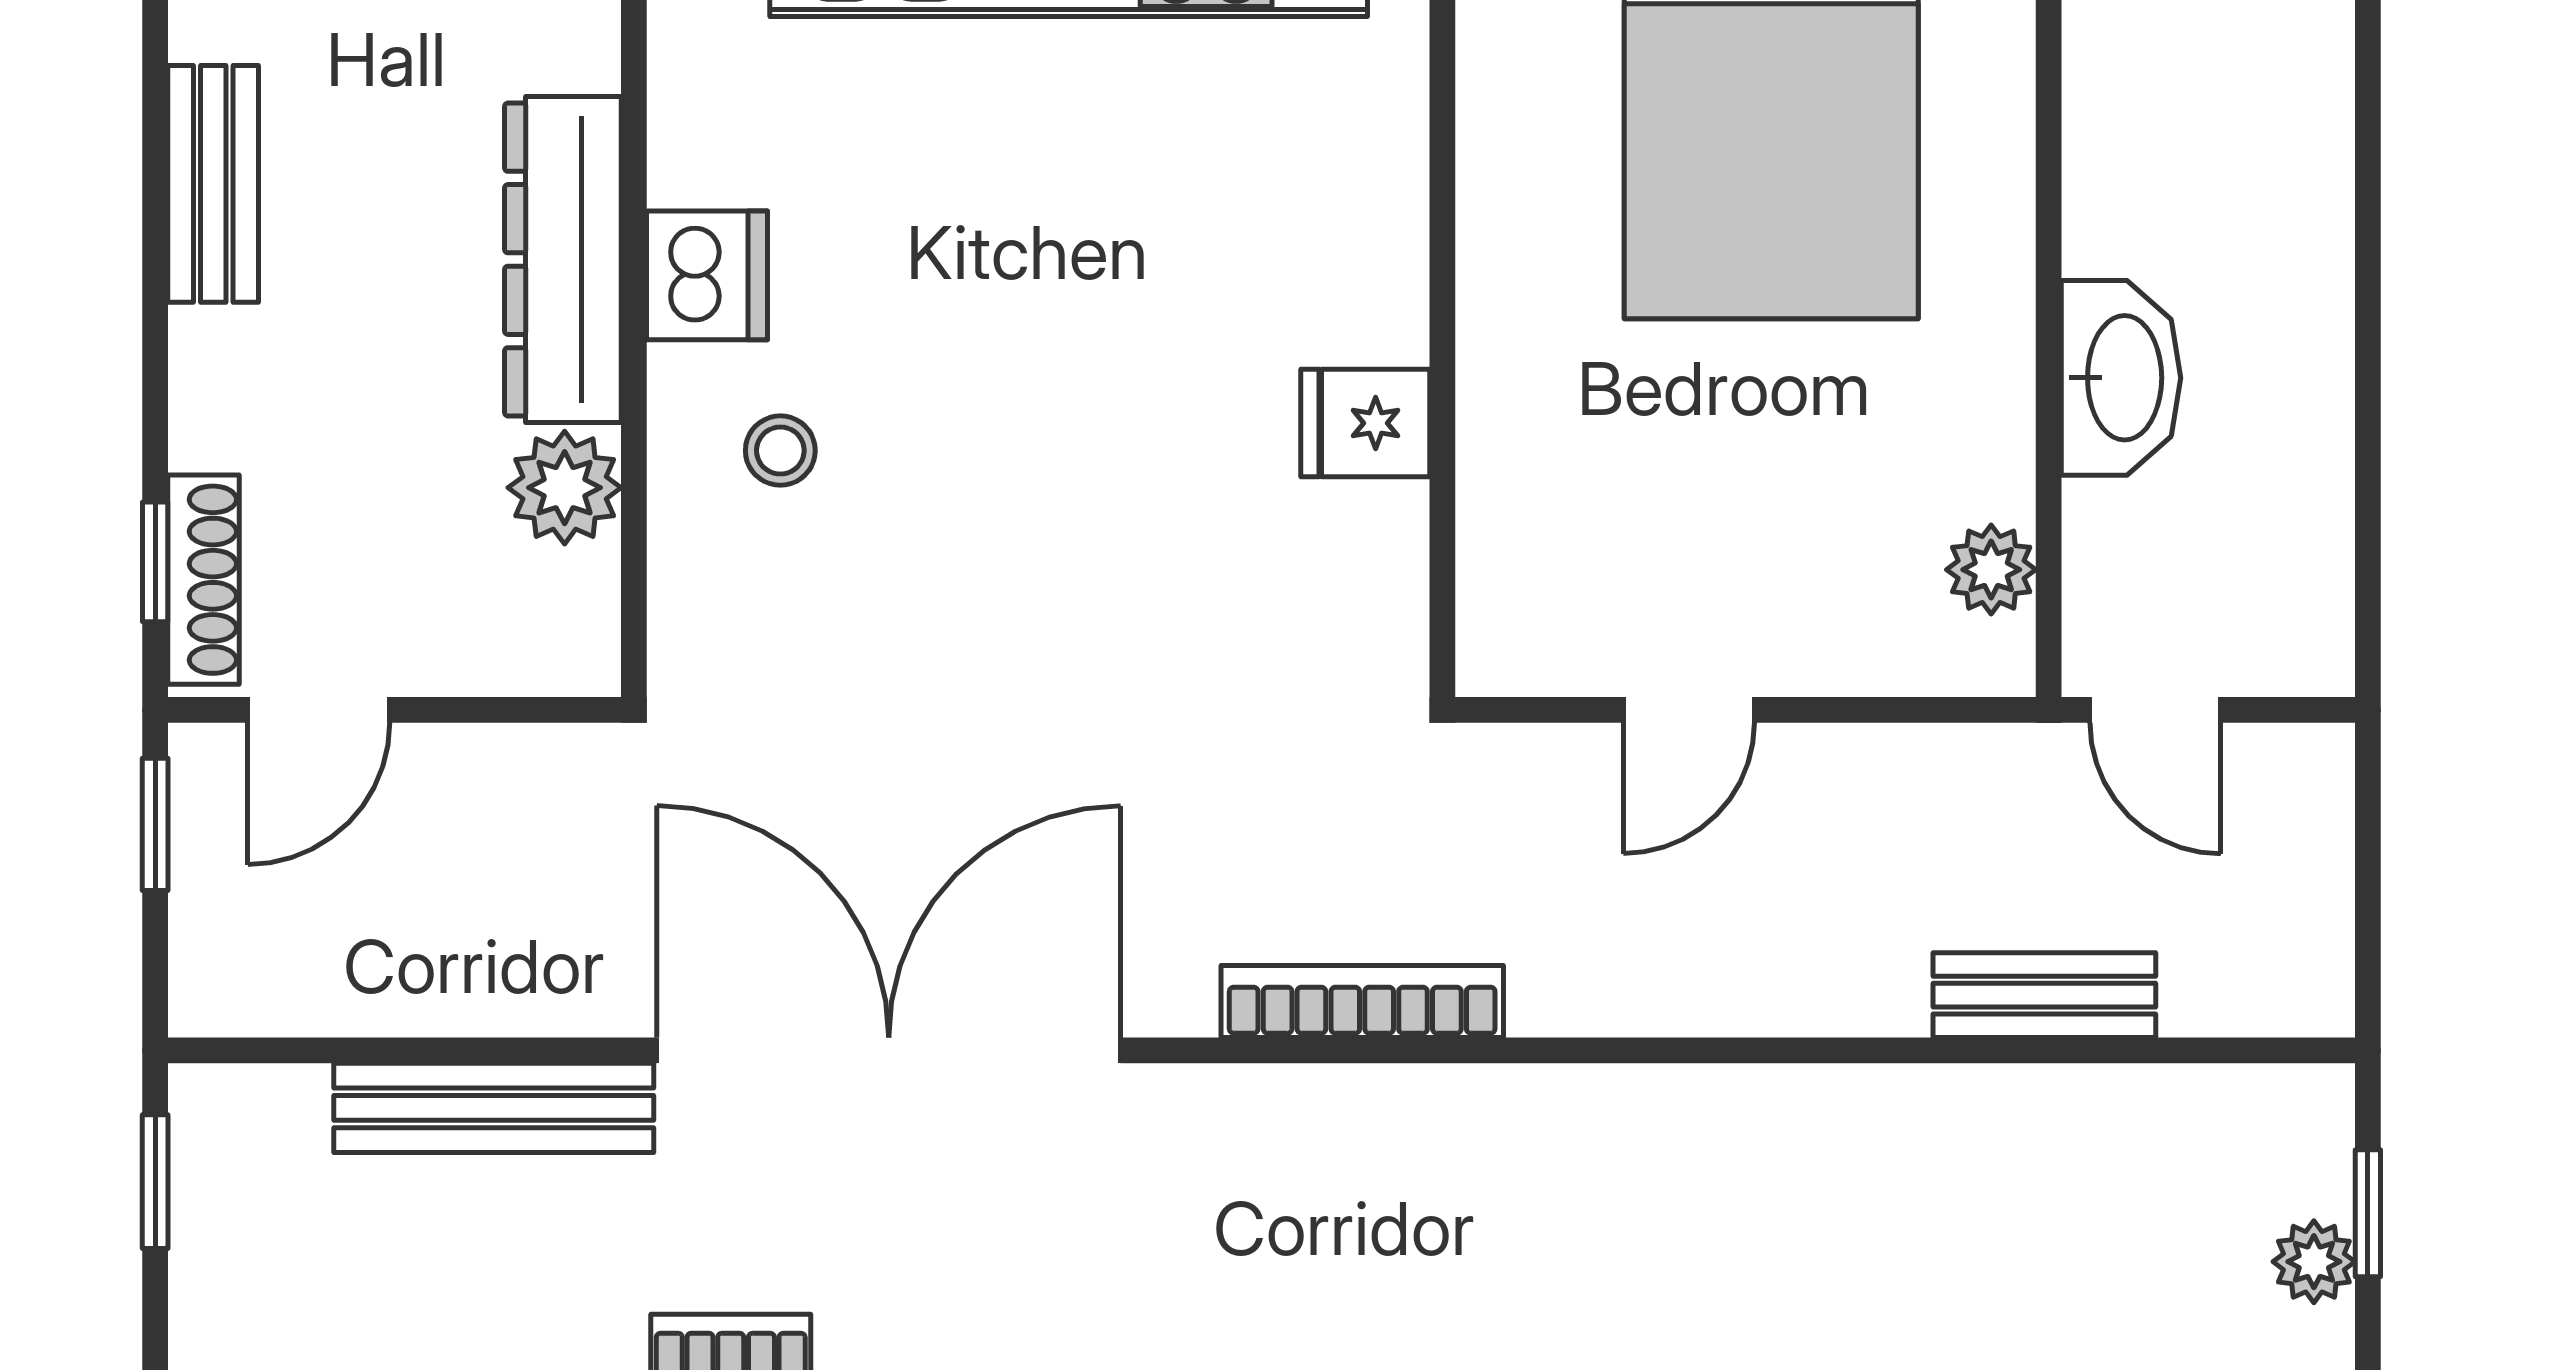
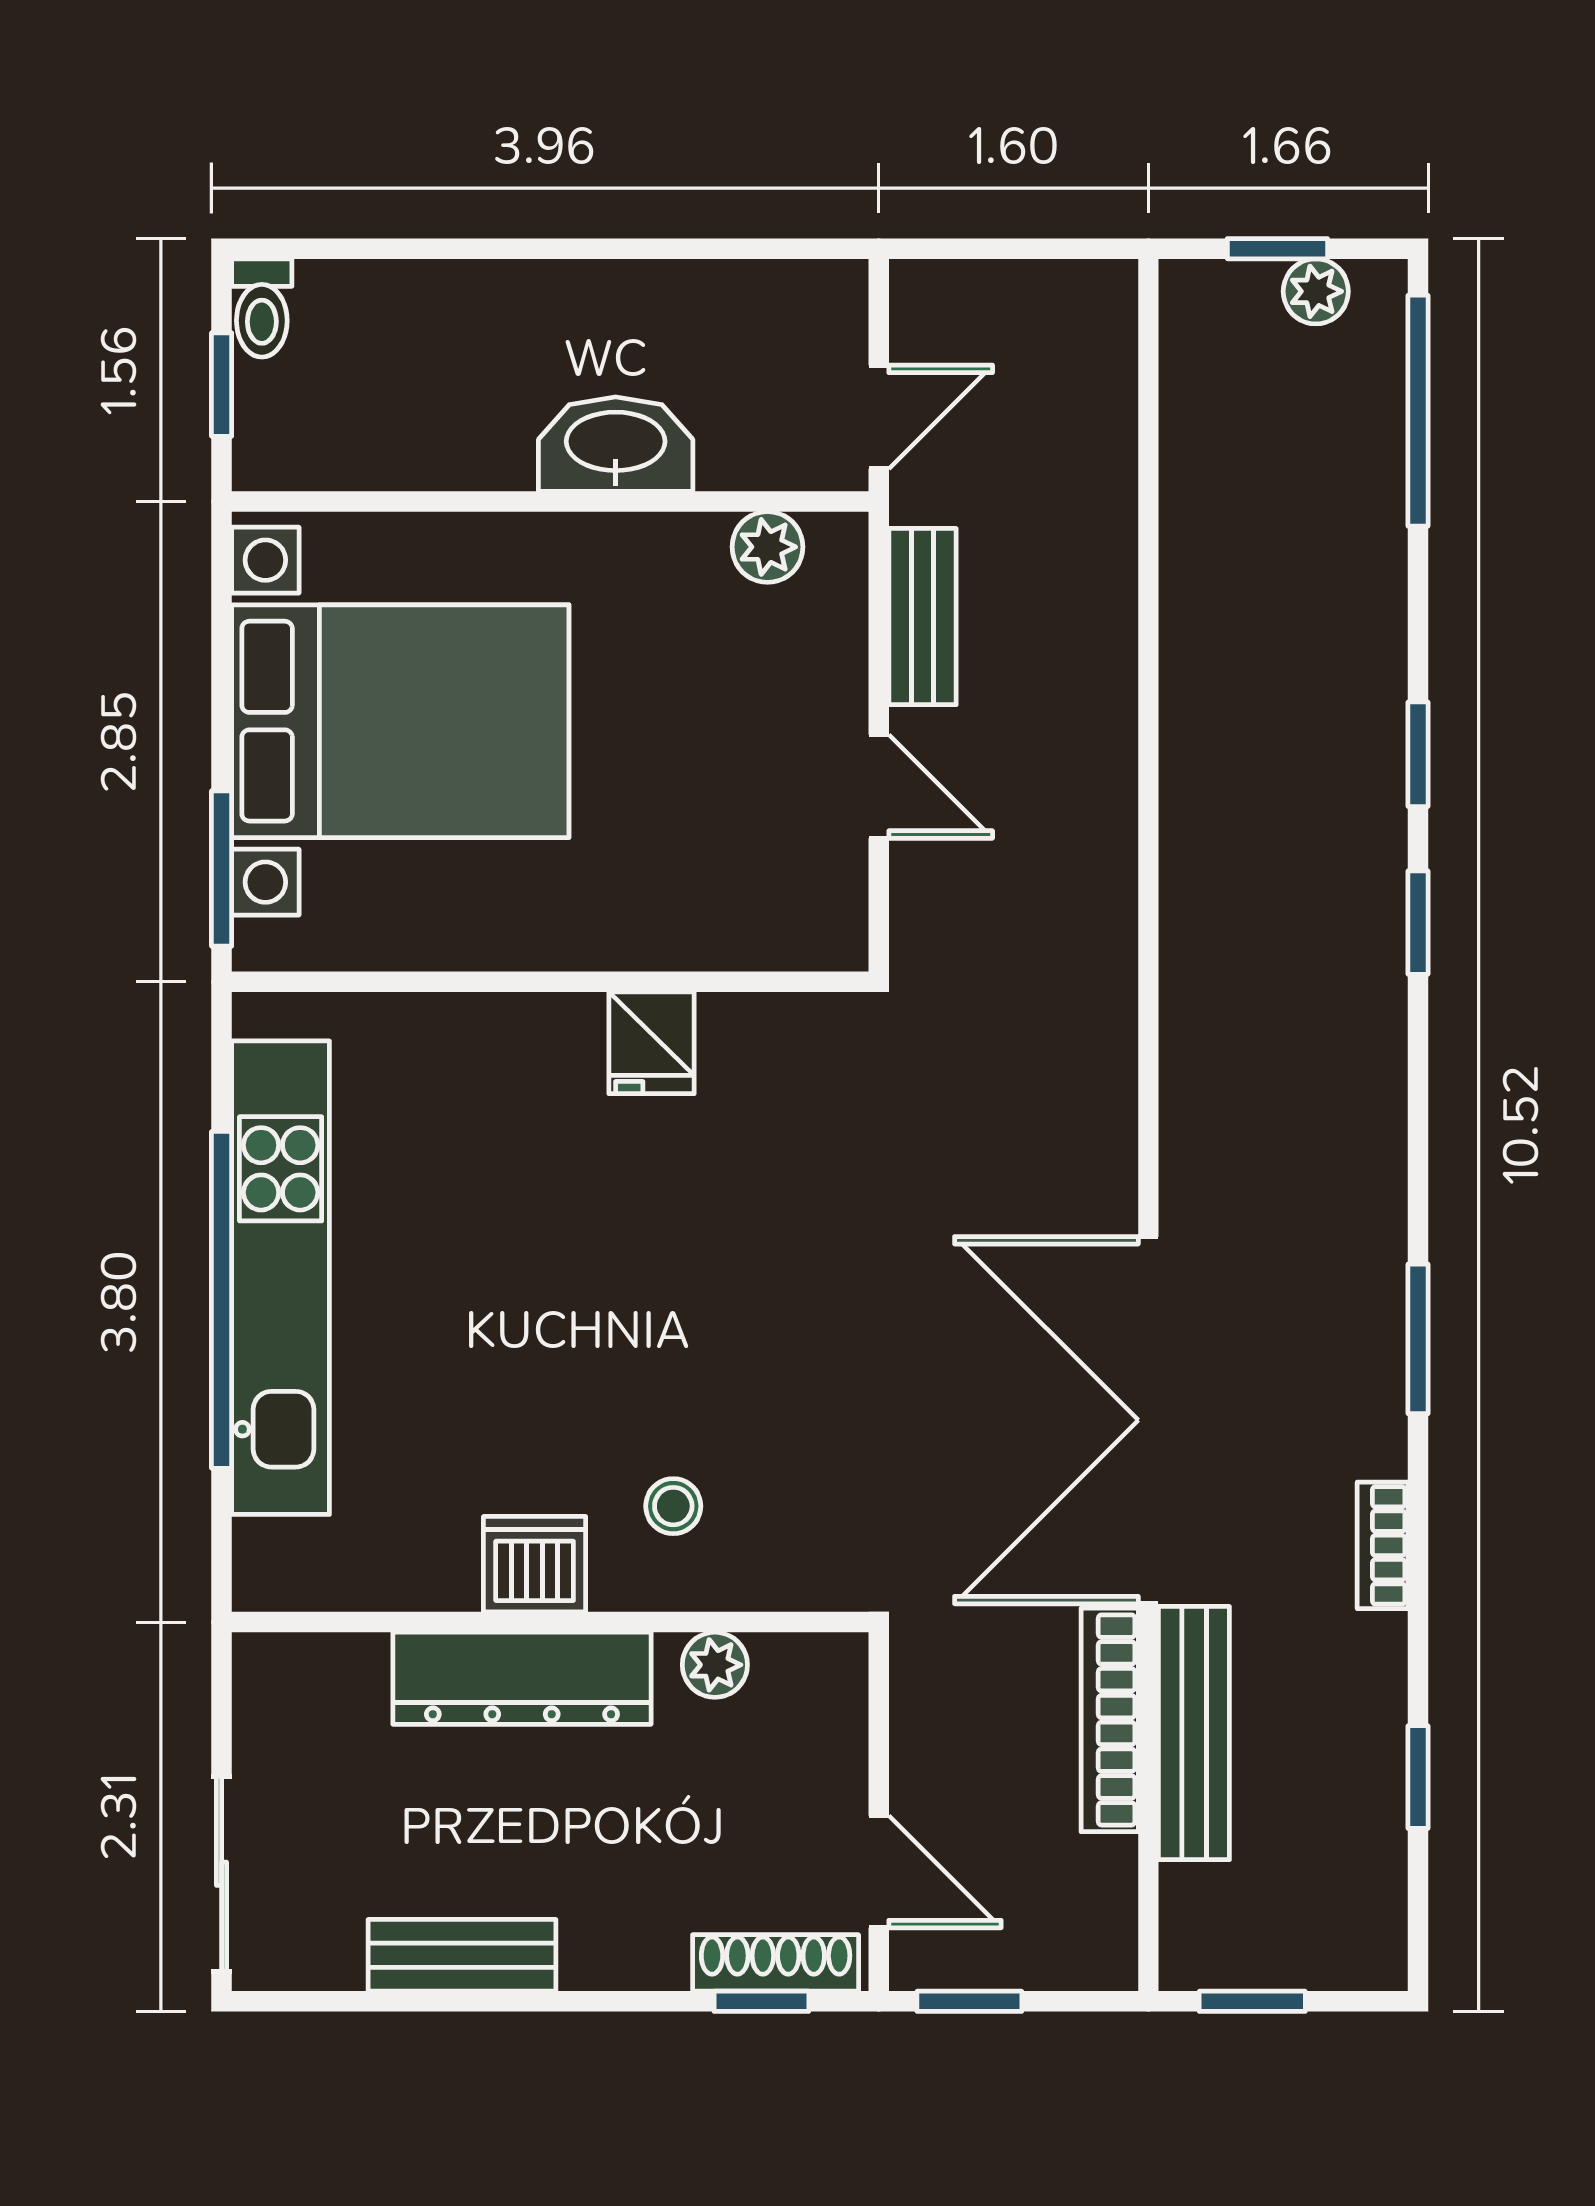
plant: (565, 488) -> (715, 1665), width x0.73, depth x0.73
bench: (2044, 995) -> (923, 617), moved
bookcase: (1362, 1001) -> (1110, 1720), moved

